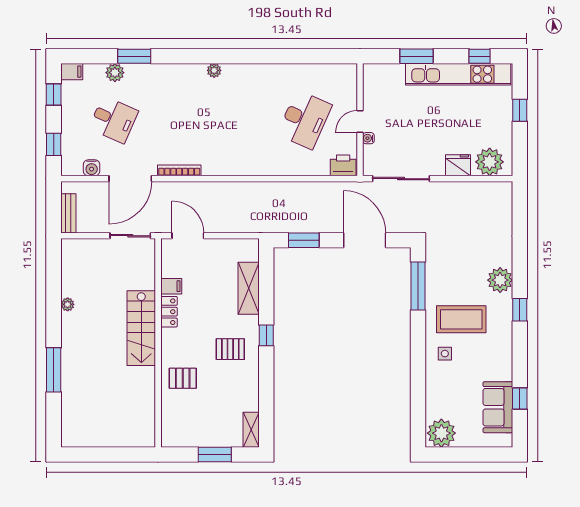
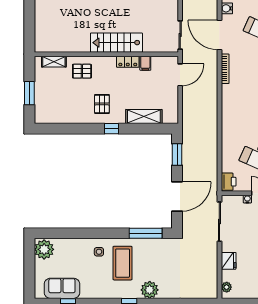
plant: (490, 162) -> (227, 287), width x0.53, depth x0.53
pallet: (183, 378) -> (82, 71), turned 90
shelving: (251, 430) -> (54, 62), moved

